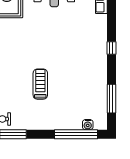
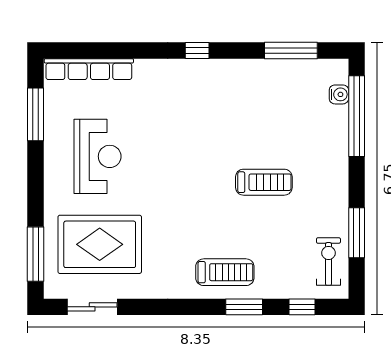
treadmill: (40, 84) -> (264, 182), turned 180

